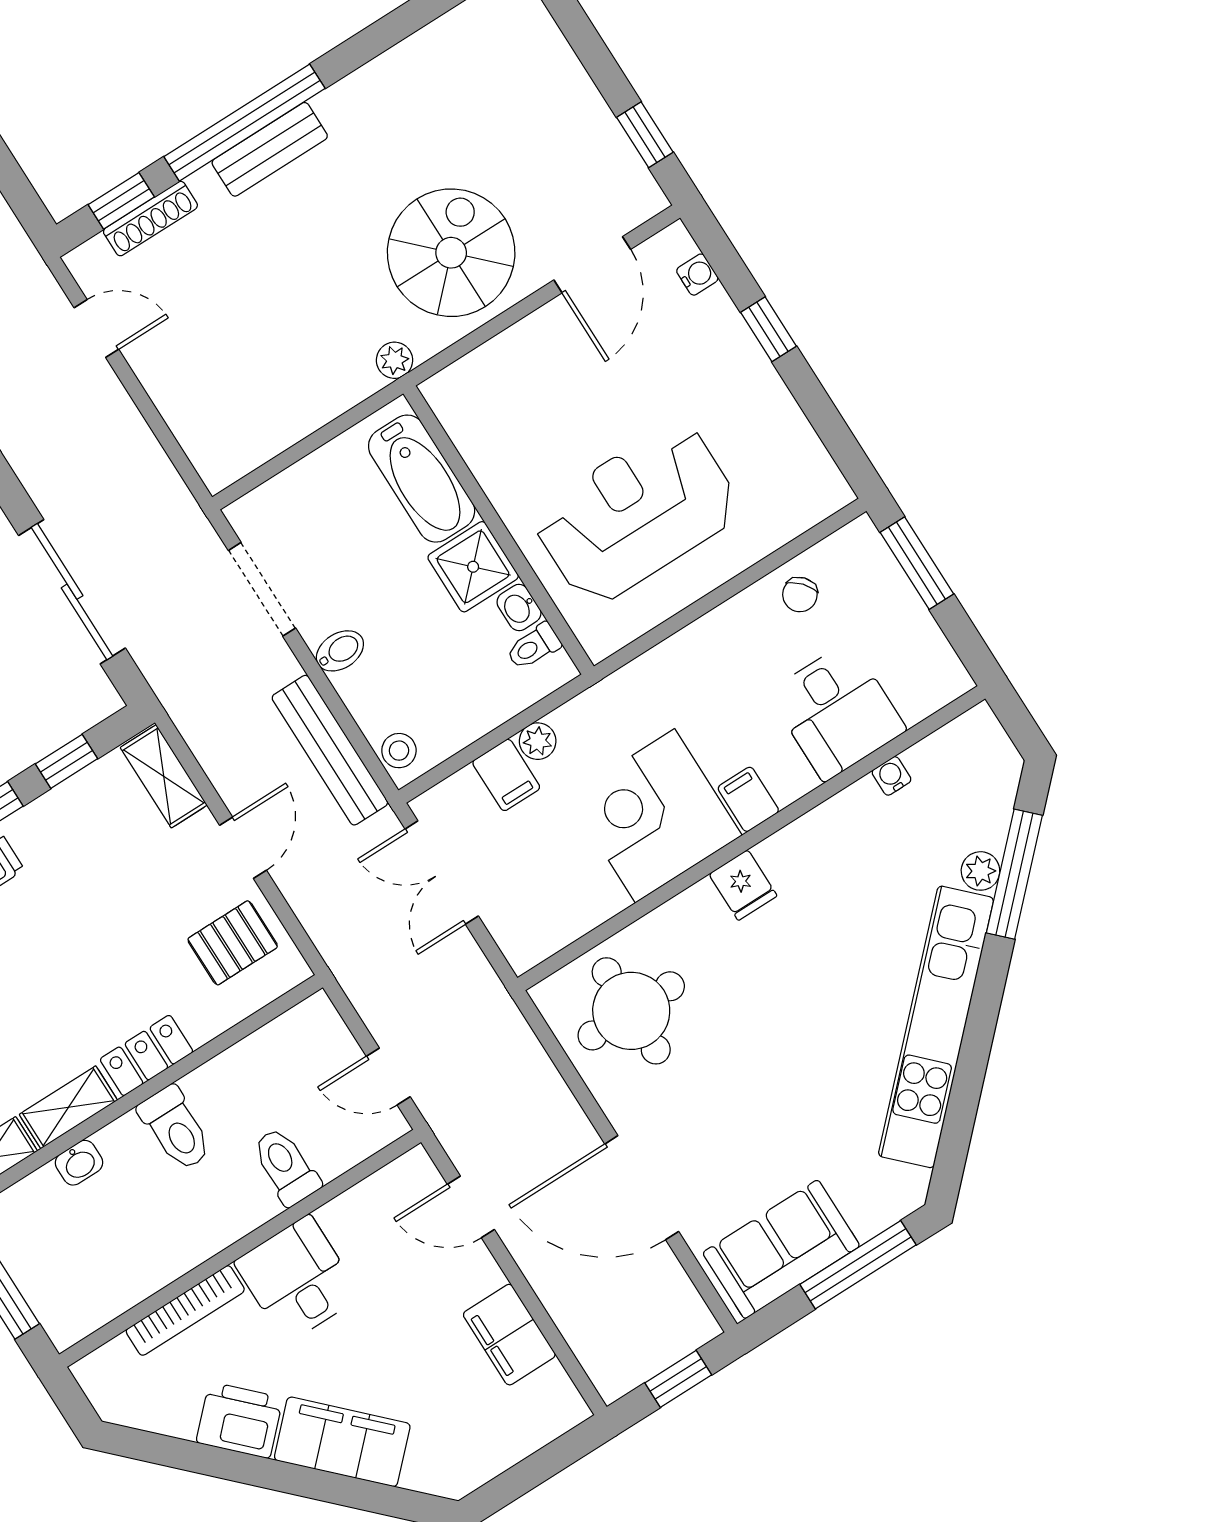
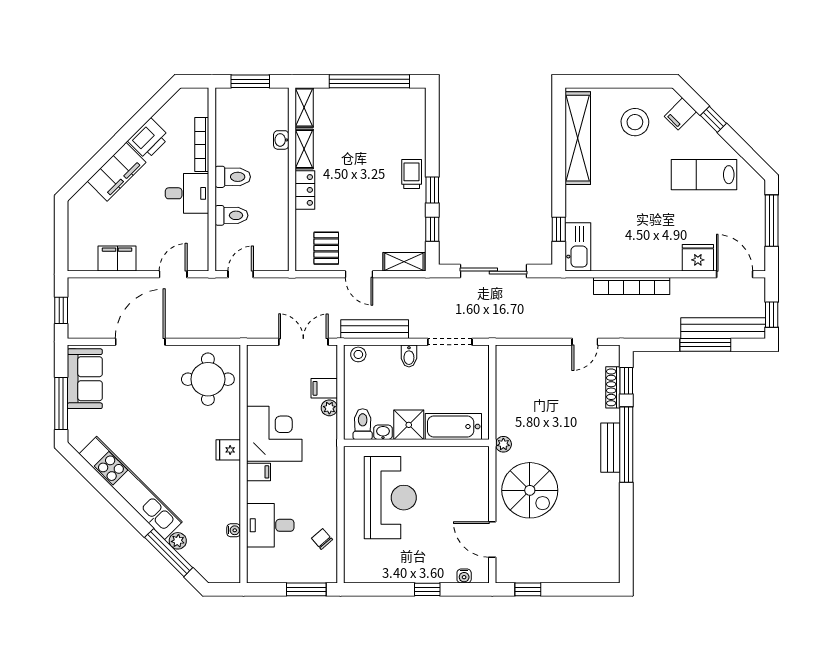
toilet: (534, 646) -> (363, 424), width x1.37, depth x1.39
toilet: (176, 1128) -> (233, 177), moved, turned 180

